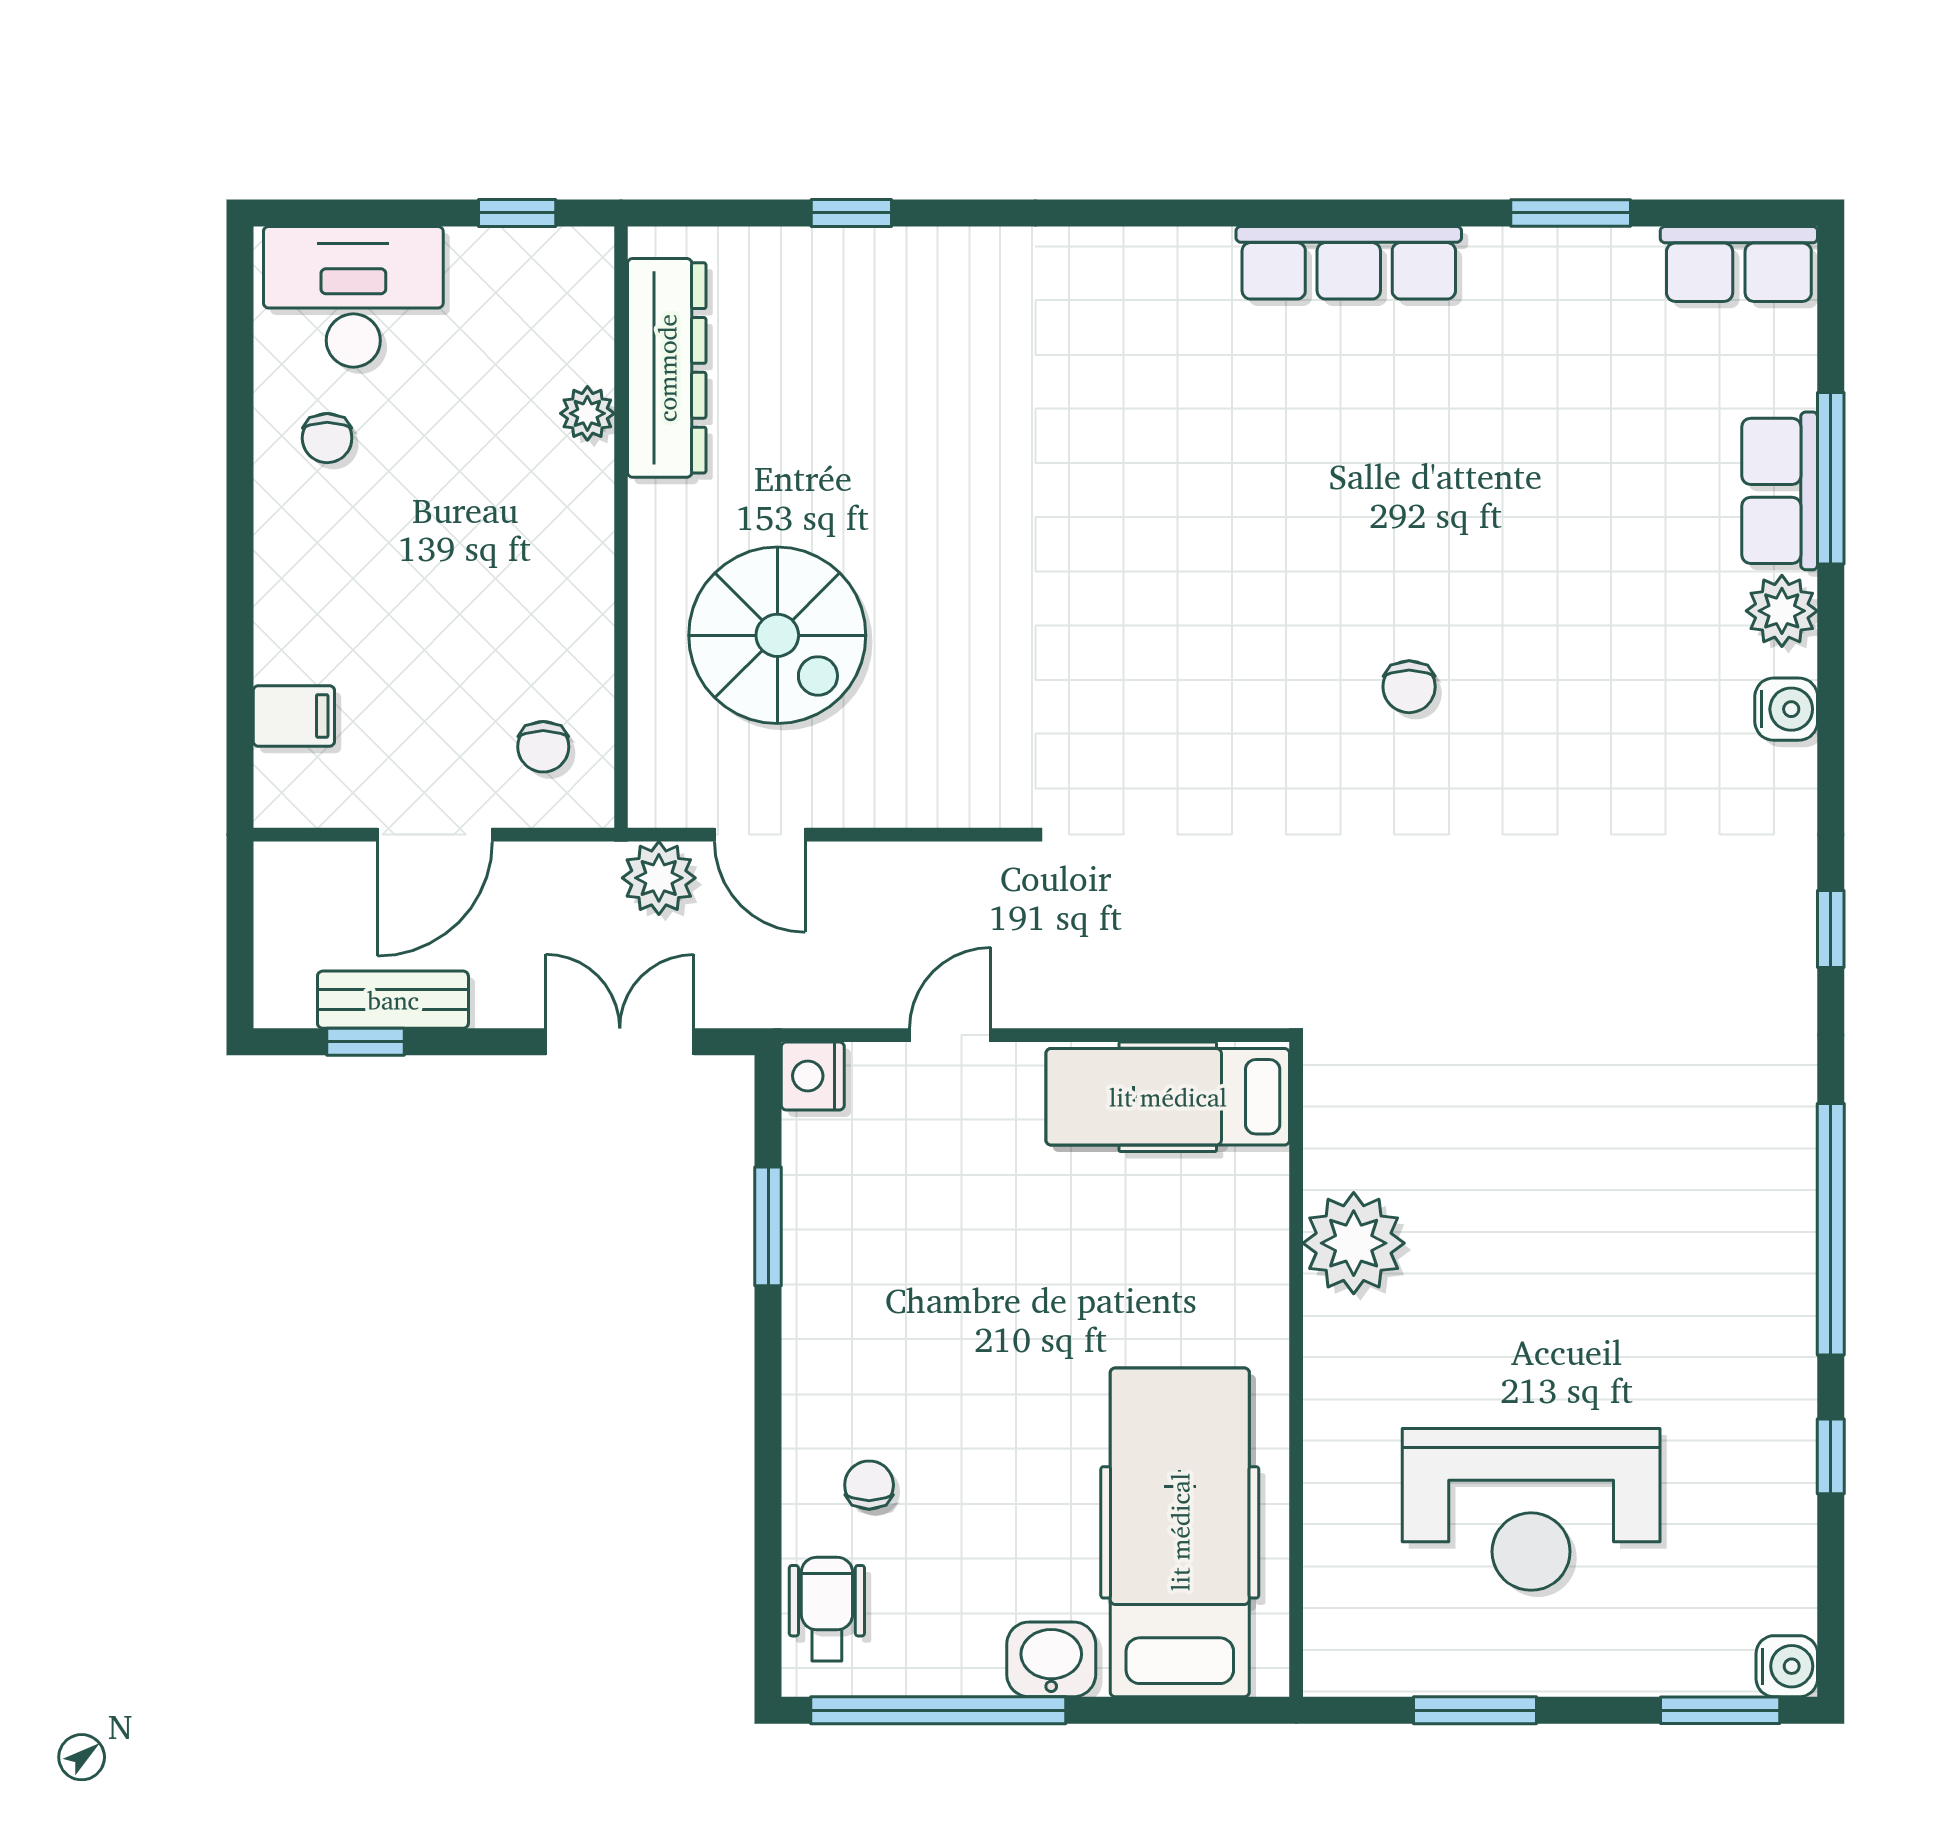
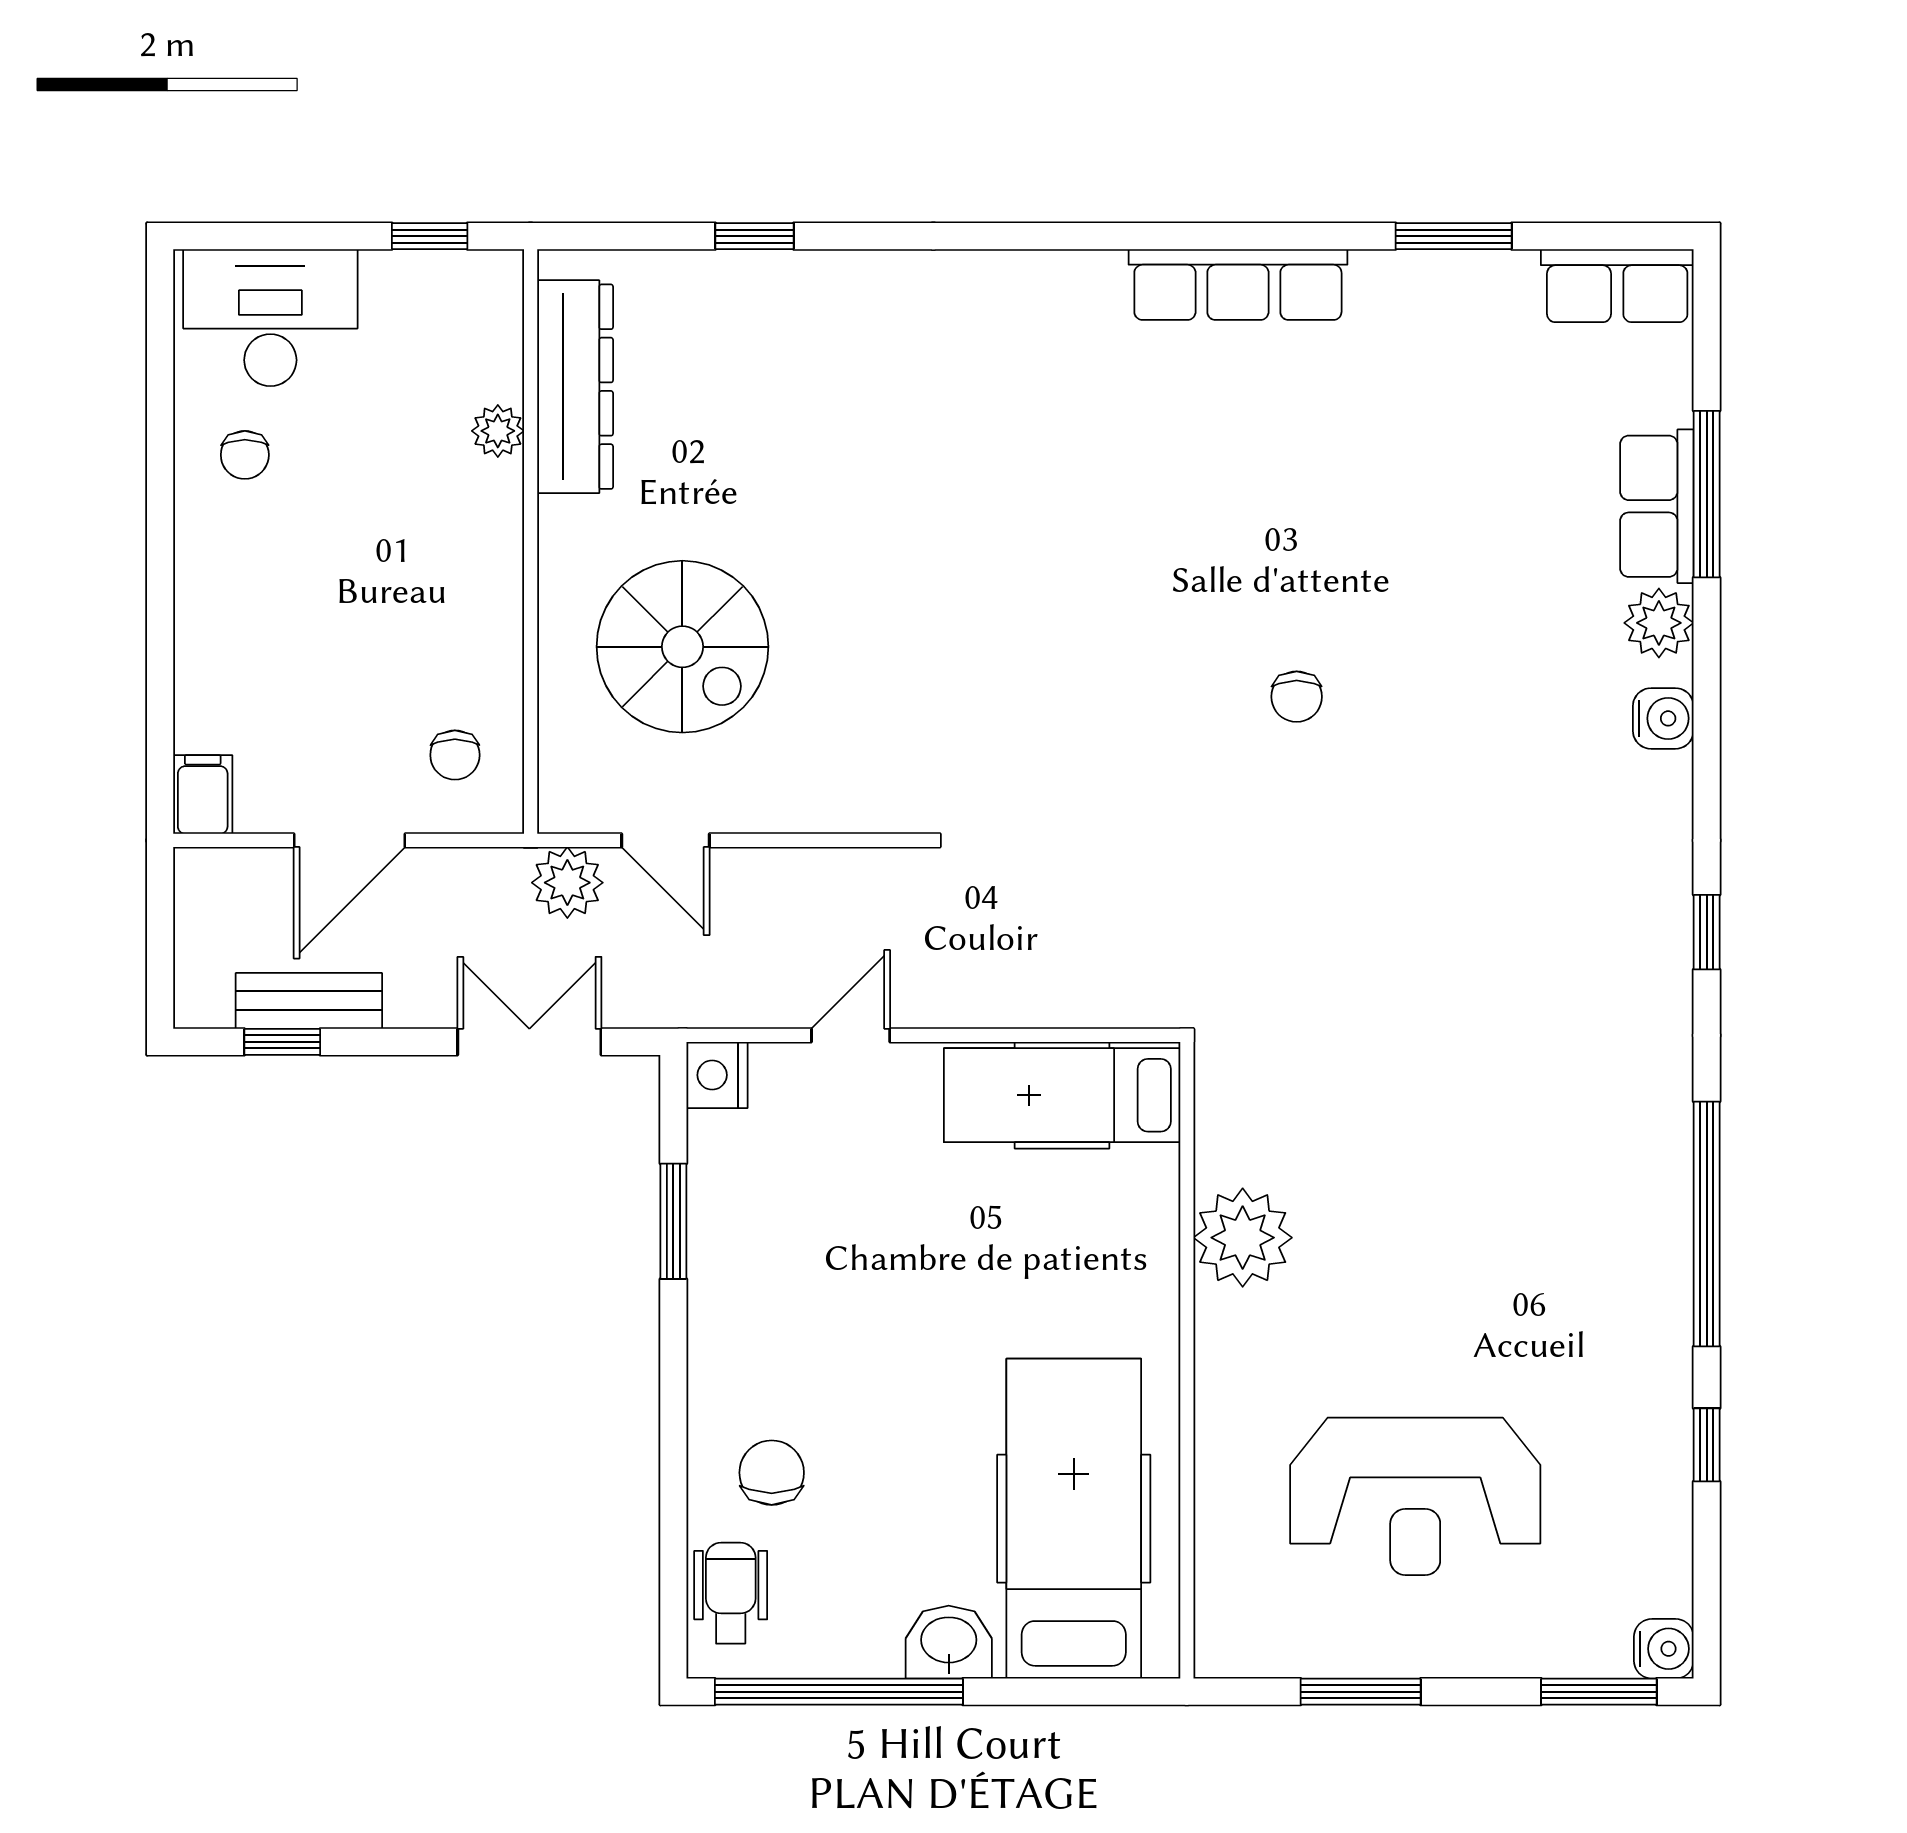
filing cabinet: (294, 716) -> (203, 795), moved, turned -90
chair: (869, 1485) -> (772, 1473), width x1.37, depth x1.37

